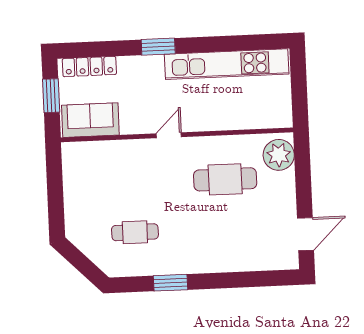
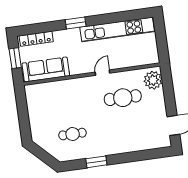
sofa: (90, 120) -> (46, 69), width x1.36
door: (169, 135) -> (102, 73), moved

